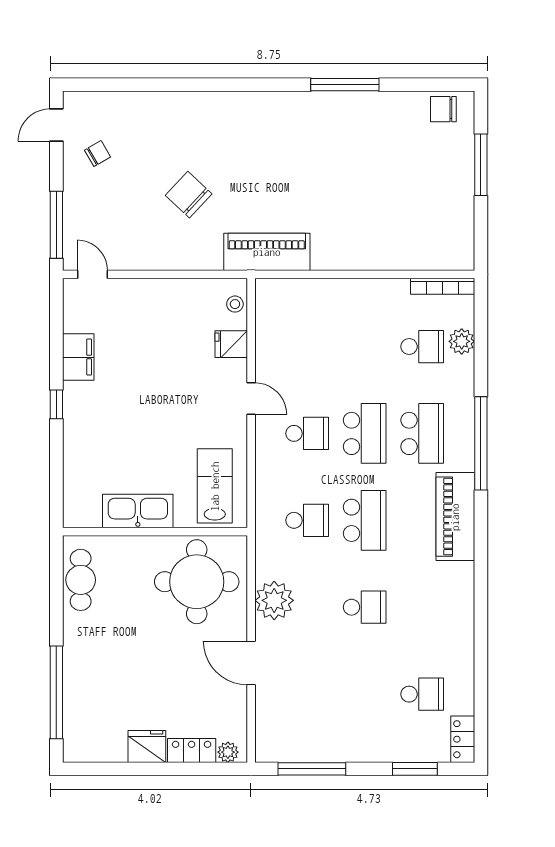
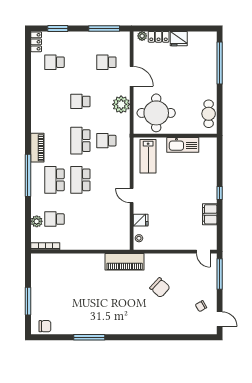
door: (56, 125) -> (220, 319), hinge flipped
school desk: (307, 433) -> (106, 62), moved
piano: (455, 517) -> (37, 148), width x0.73, depth x0.75

